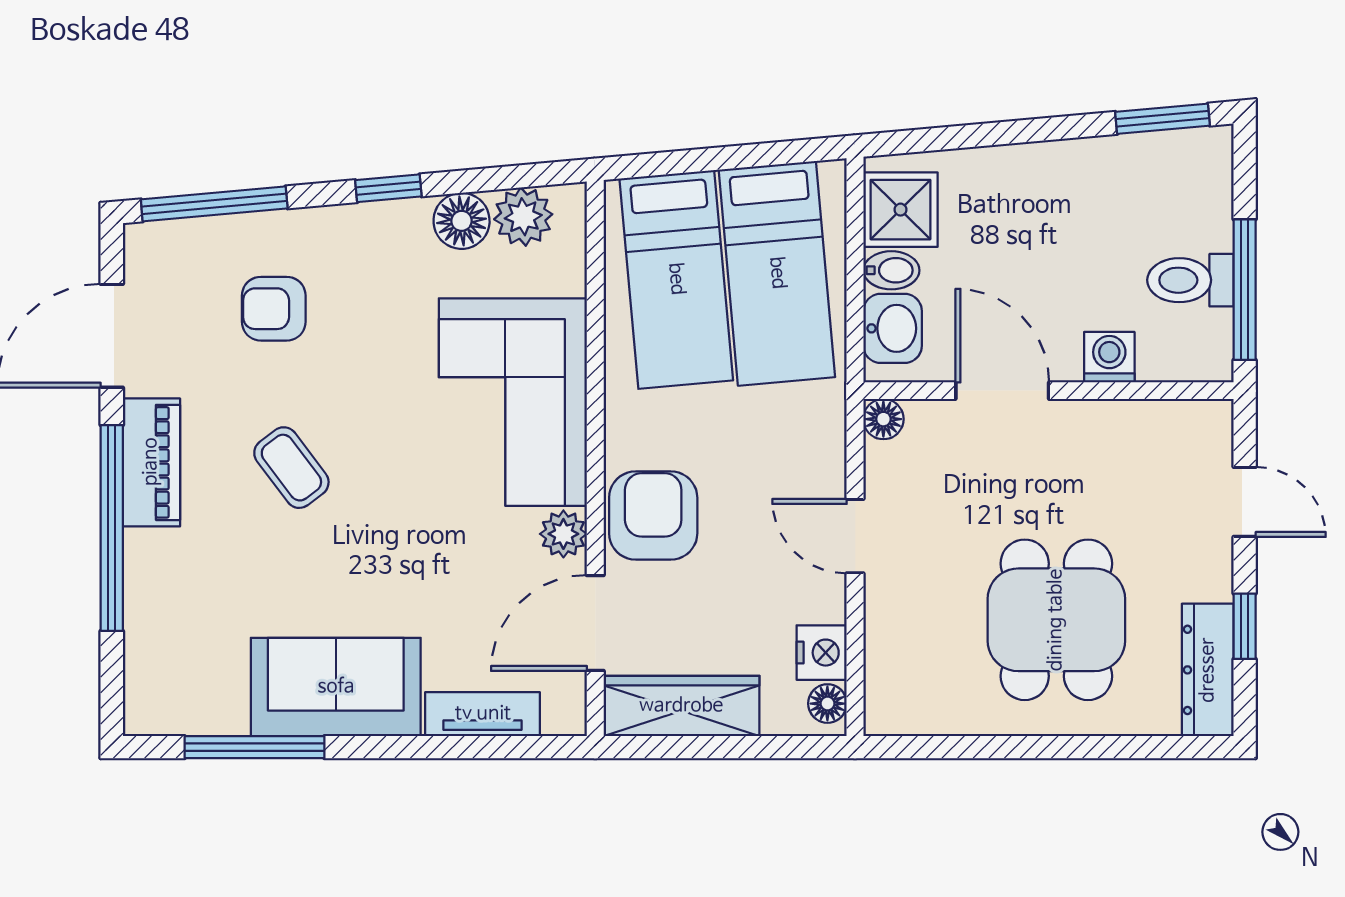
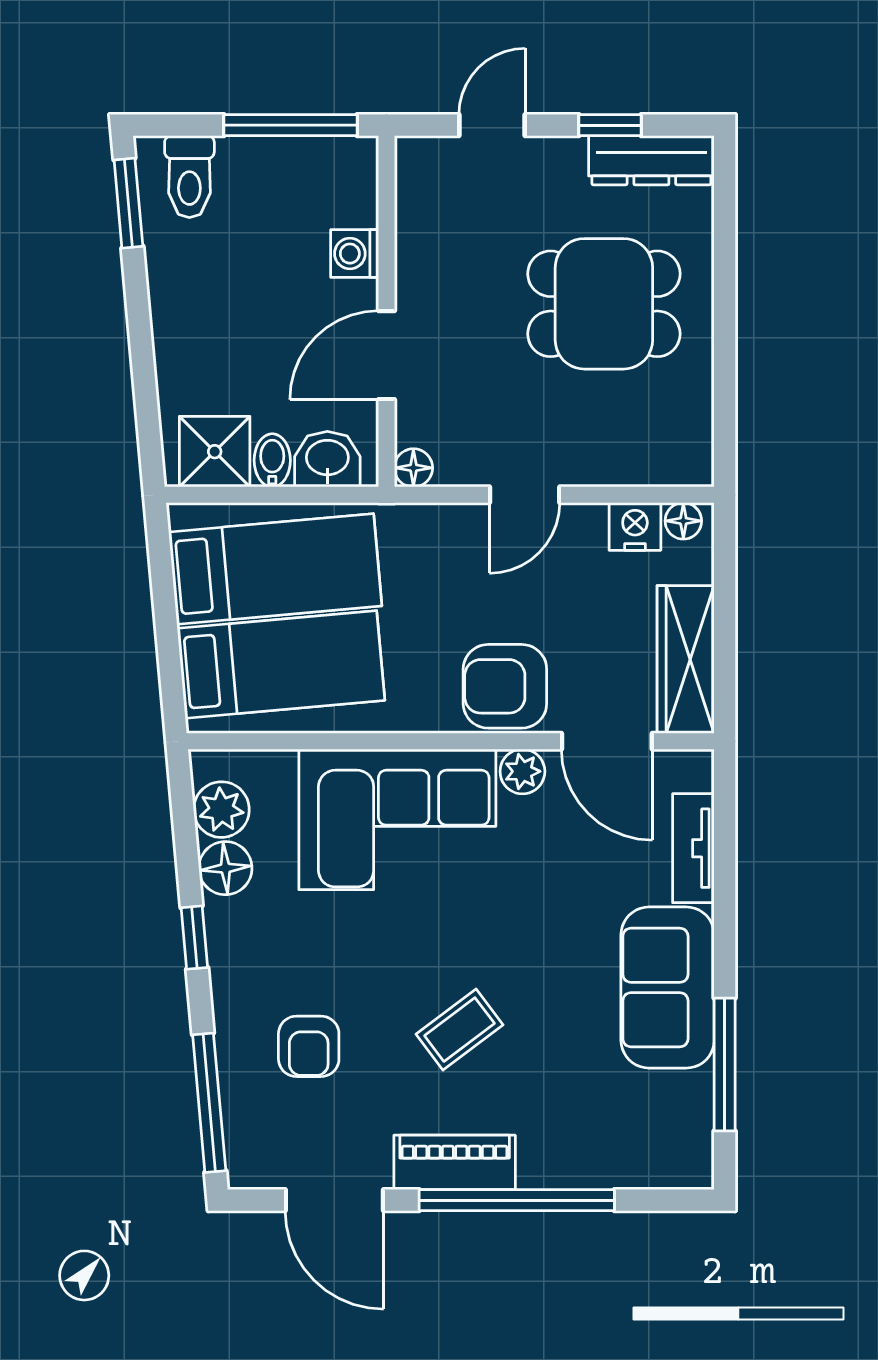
toilet: (1190, 280) -> (189, 177), moved

